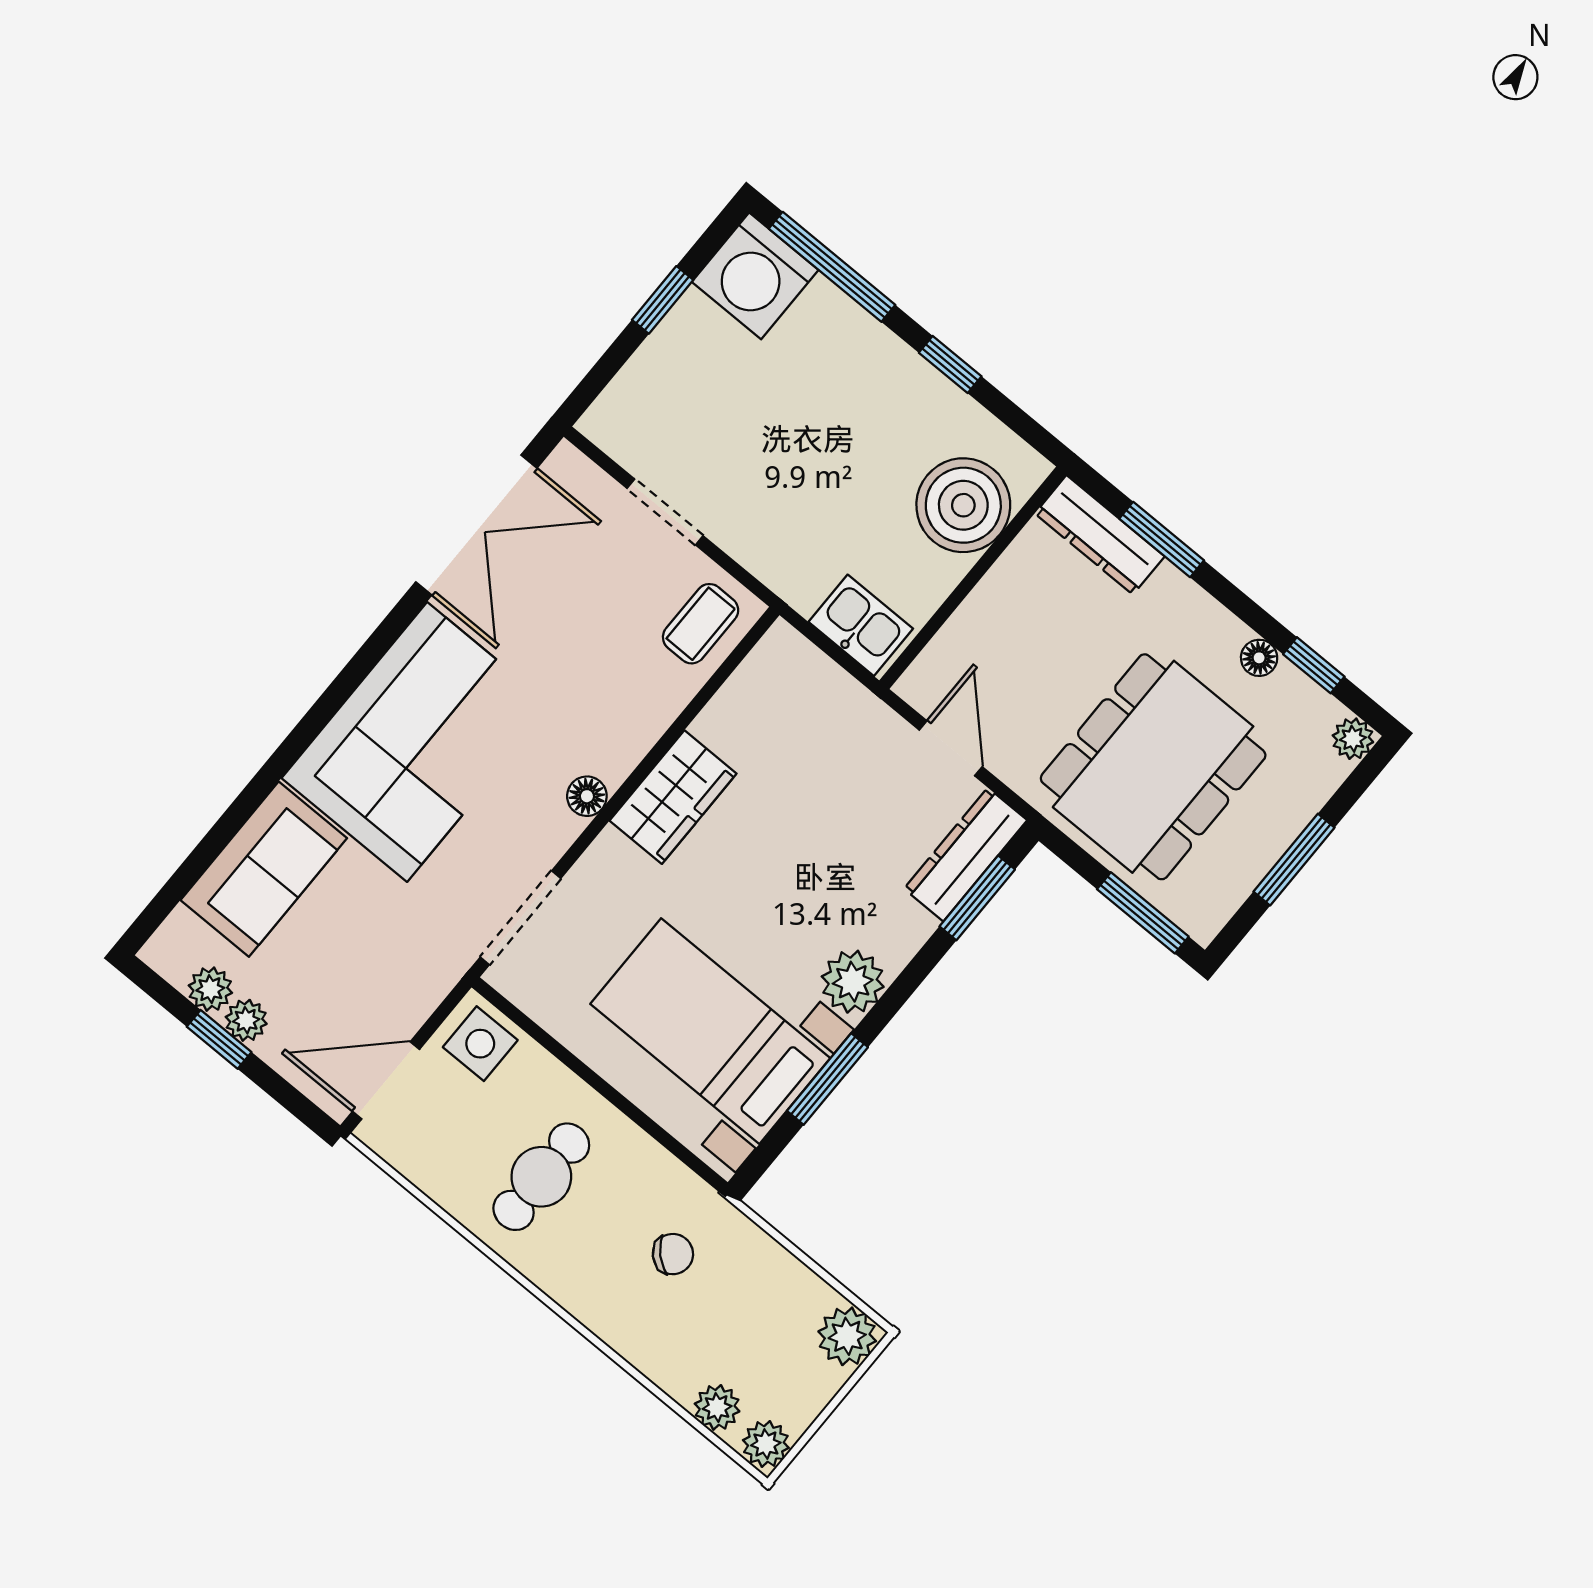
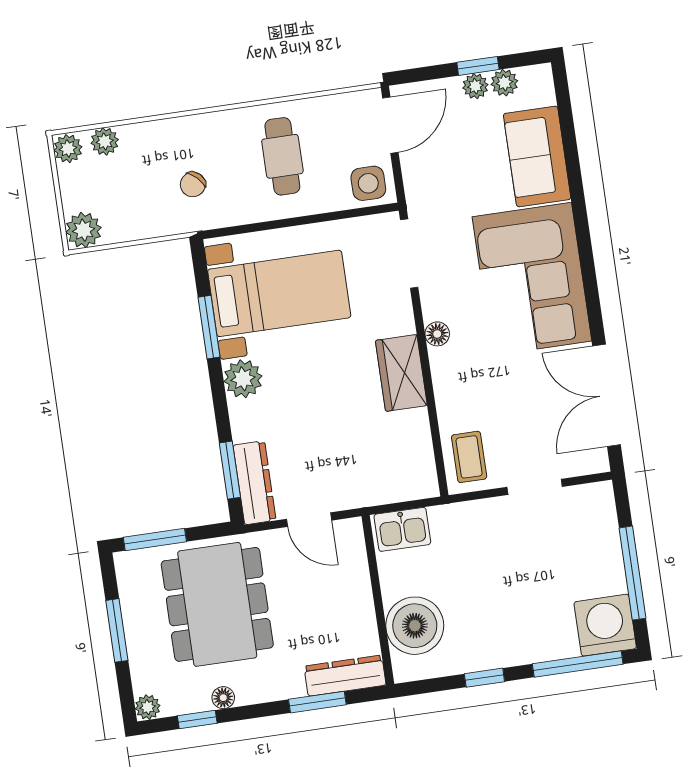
window: (663, 300) -> (632, 573), width x2.17

